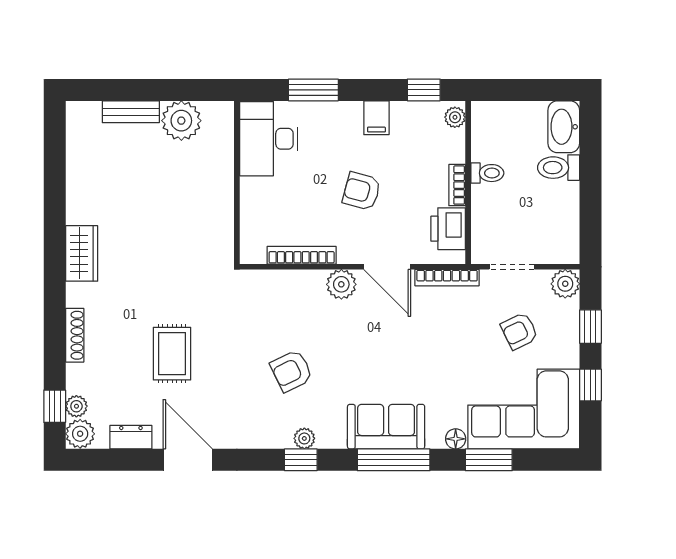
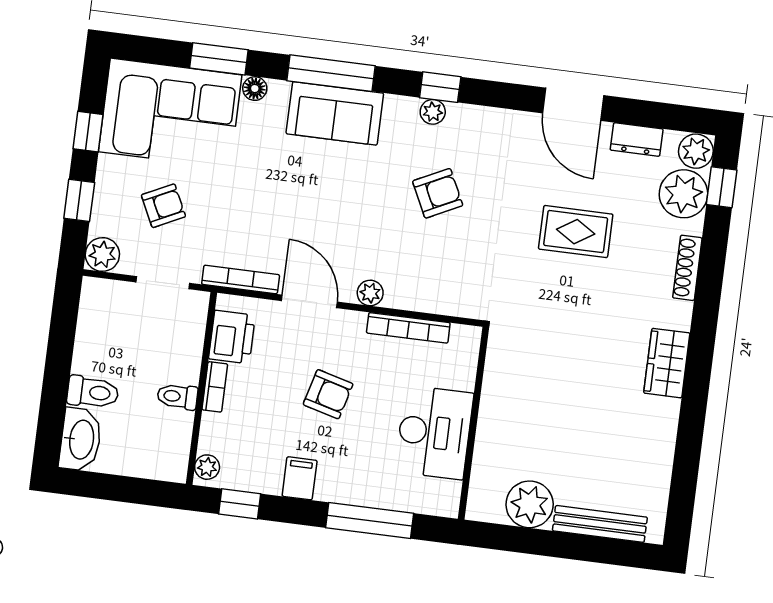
window: (313, 90) -> (370, 521), width x1.44
bench: (131, 112) -> (600, 524), width x1.36
desk: (269, 139) -> (434, 432), moved
plant: (341, 284) -> (370, 293), width x0.73, depth x0.73
rug: (172, 354) -> (576, 232), turned 90
plant: (76, 406) -> (683, 194), width x1.88, depth x1.88

